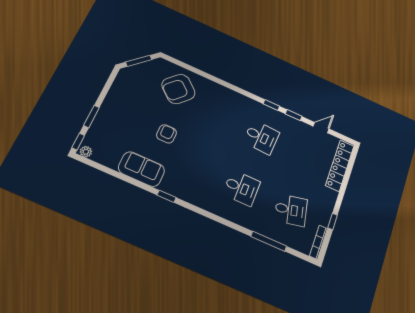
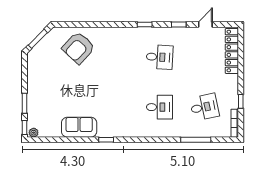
window: (271, 105) -> (145, 24), moved
armchair: (166, 134) -> (85, 90), removed

